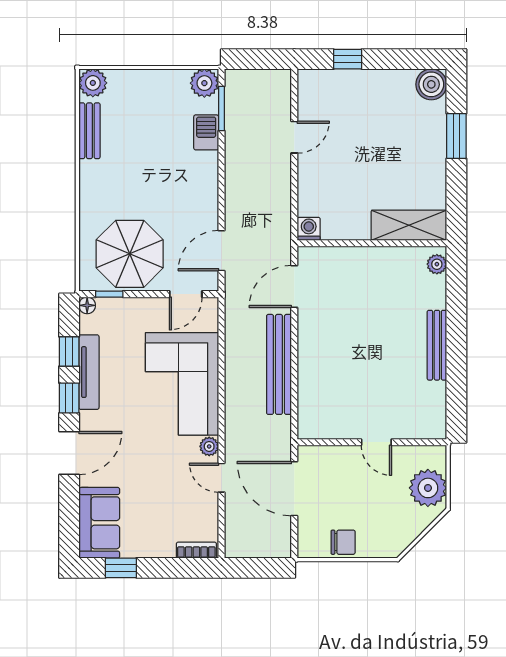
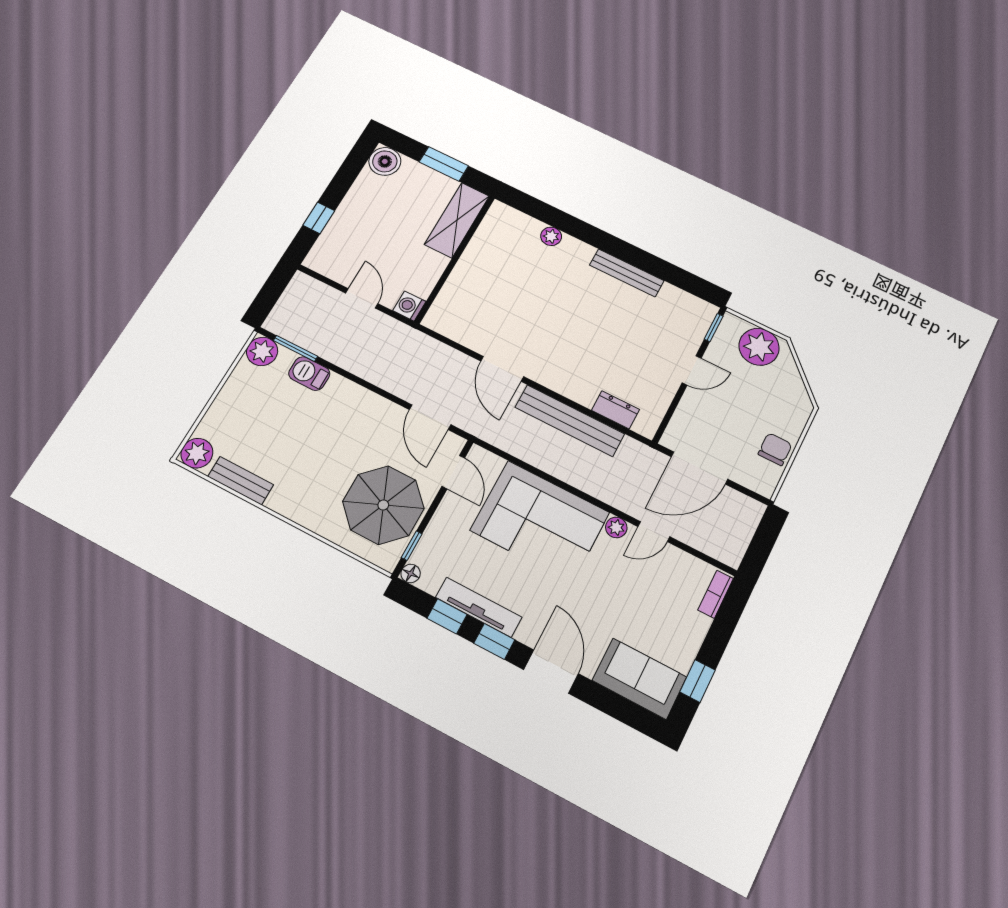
shelving: (409, 225) -> (457, 220), moved
washing machine: (309, 229) -> (409, 306), moved
wall: (372, 243) -> (455, 259), moved
dresser: (308, 397) -> (615, 410), added
window: (425, 442) -> (714, 328), added

